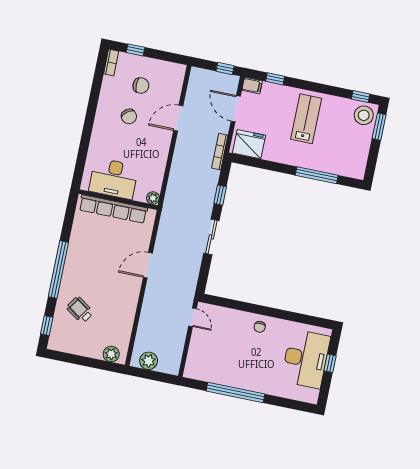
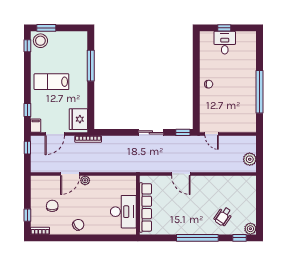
chair: (129, 117) -> (78, 225), moved
door: (178, 118) -> (70, 174), hinge flipped
window: (220, 195) -> (183, 132), moved
plant: (153, 198) -> (85, 180), moved
door: (193, 317) -> (212, 134), swing flipped
plant: (111, 354) -> (250, 229), moved
desk: (306, 359) -> (225, 43), width x0.53, depth x0.77

